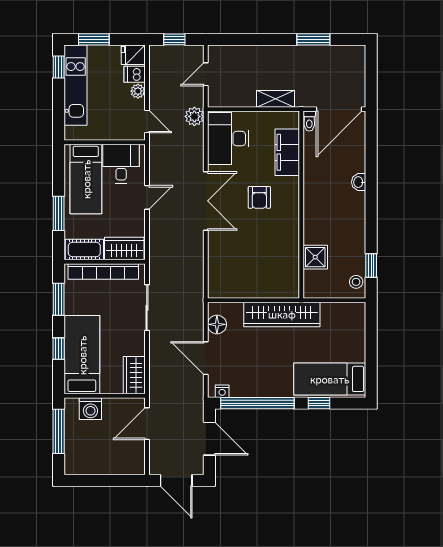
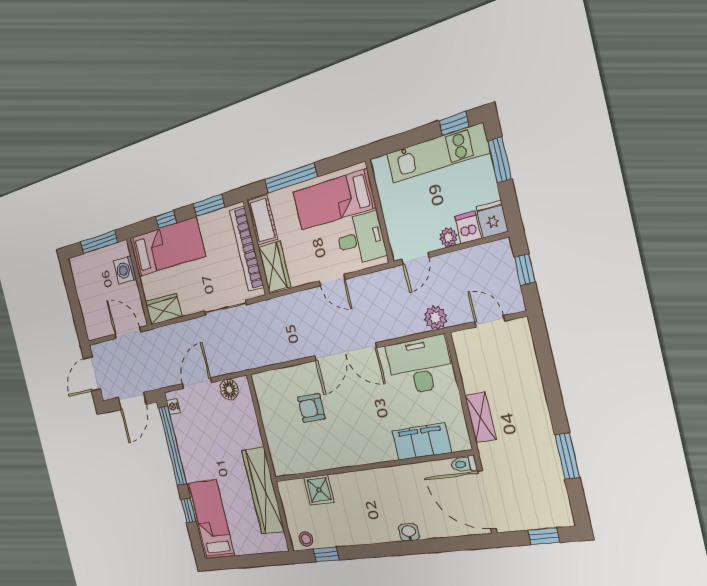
window: (371, 71) -> (543, 536), added
armchair: (259, 197) -> (311, 408), moved
window: (59, 213) -> (291, 178), width x1.44
wardrobe: (282, 314) -> (263, 491), moved

